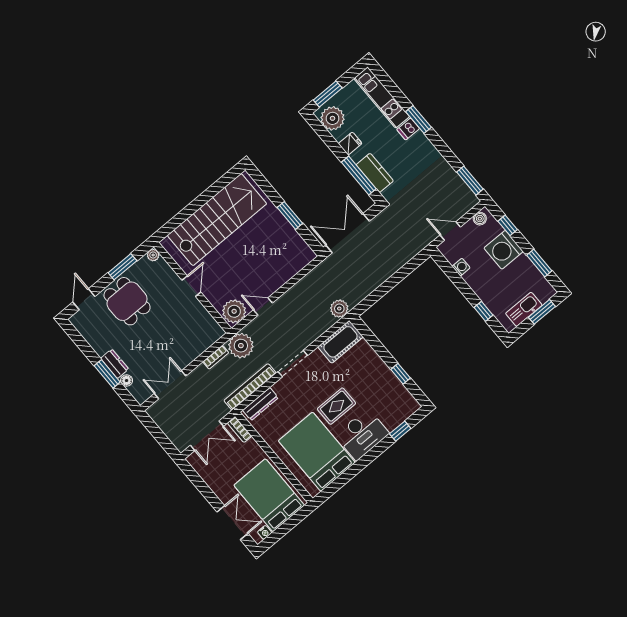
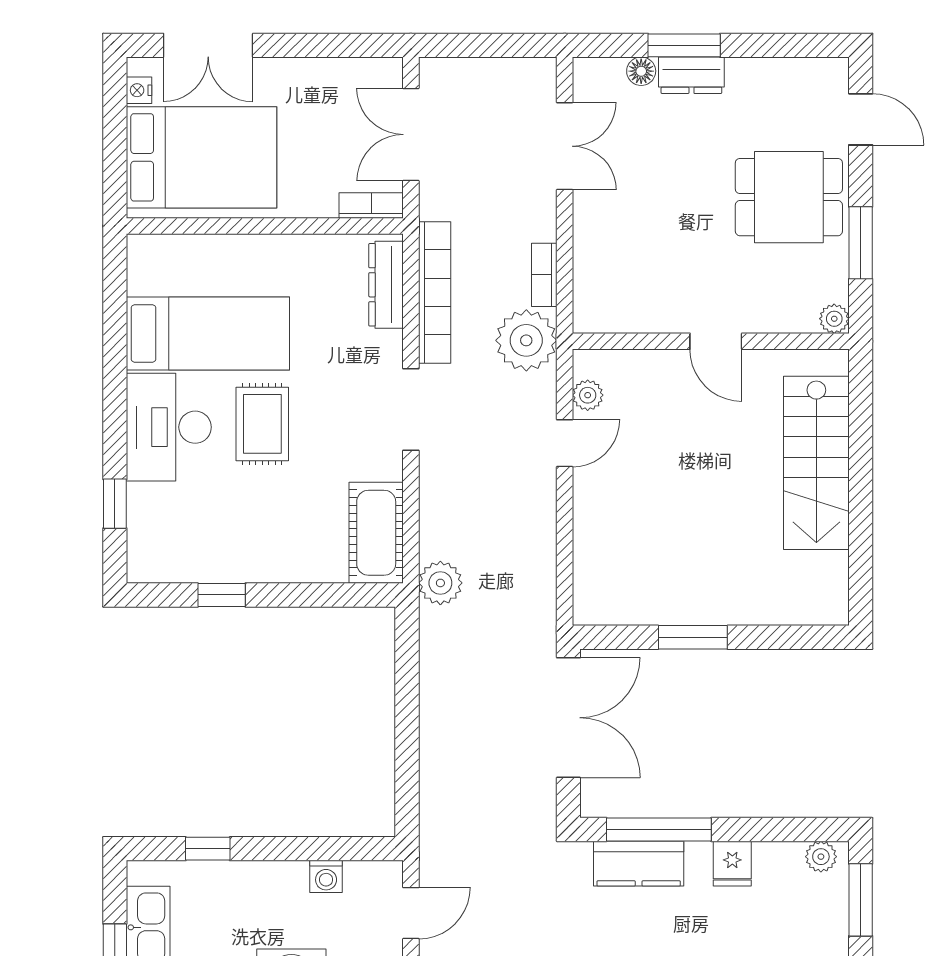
plant: (333, 118) -> (821, 857), width x0.53, depth x0.53
stairs: (217, 220) -> (816, 463), width x0.73, depth x0.66
plant: (234, 311) -> (588, 395), width x0.53, depth x0.53
bed: (317, 452) -> (208, 333), width x0.67

